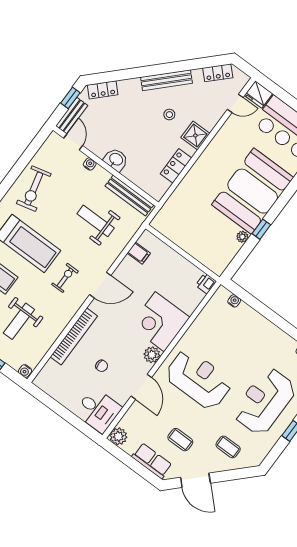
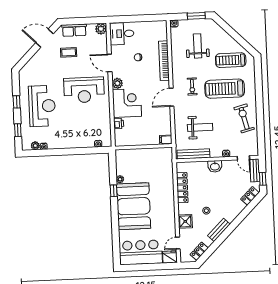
bench: (167, 80) -> (219, 230), width x0.73
shower: (195, 136) -> (185, 221), moved
locker: (176, 166) -> (182, 188), width x1.53
filing cabinet: (139, 253) -> (166, 140), moved
printer: (206, 283) -> (119, 123), moved
coffee table: (228, 447) -> (42, 68), removed

